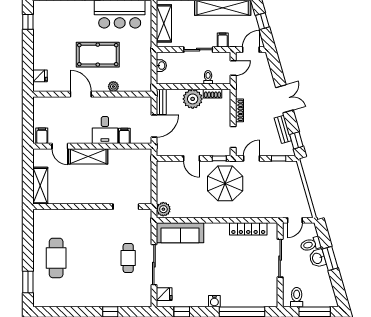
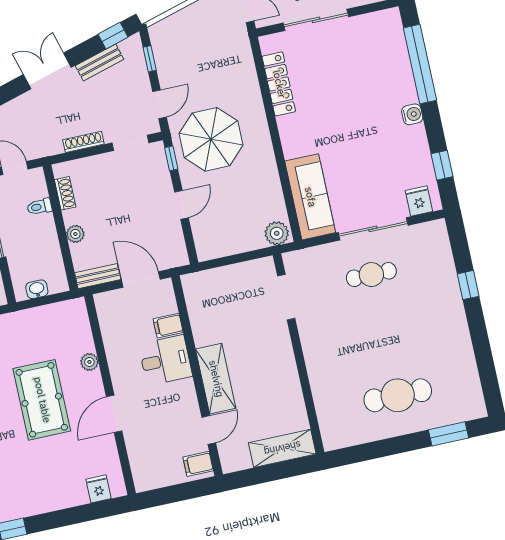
plant: (193, 99) -> (75, 234), width x0.53, depth x0.53
door: (252, 158) -> (160, 104), swing flipped

